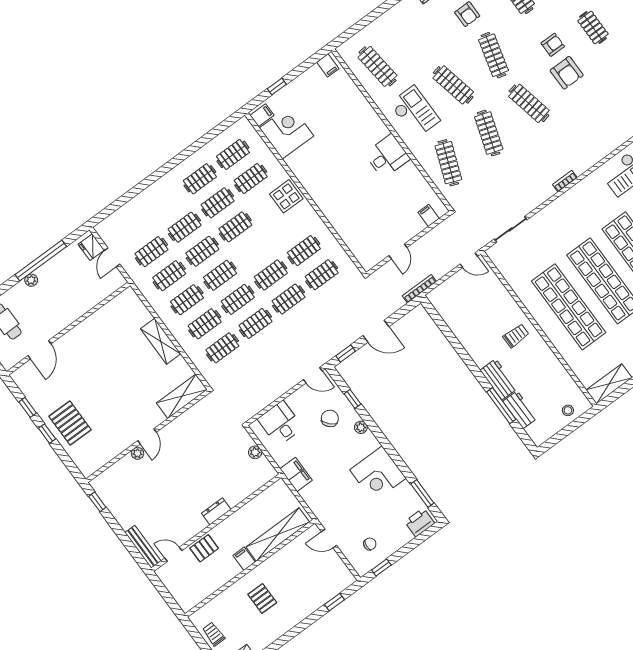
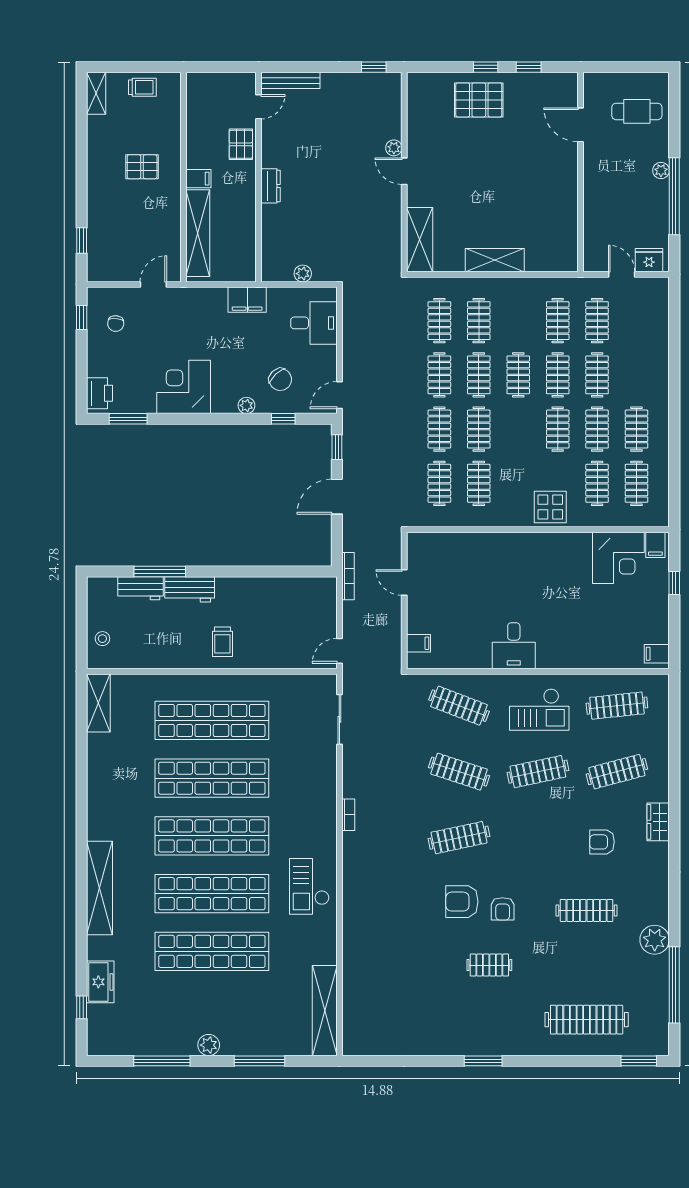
clothes rail: (493, 55) -> (617, 772), moved, turned -30
clothes rail: (187, 300) -> (518, 321), removed

